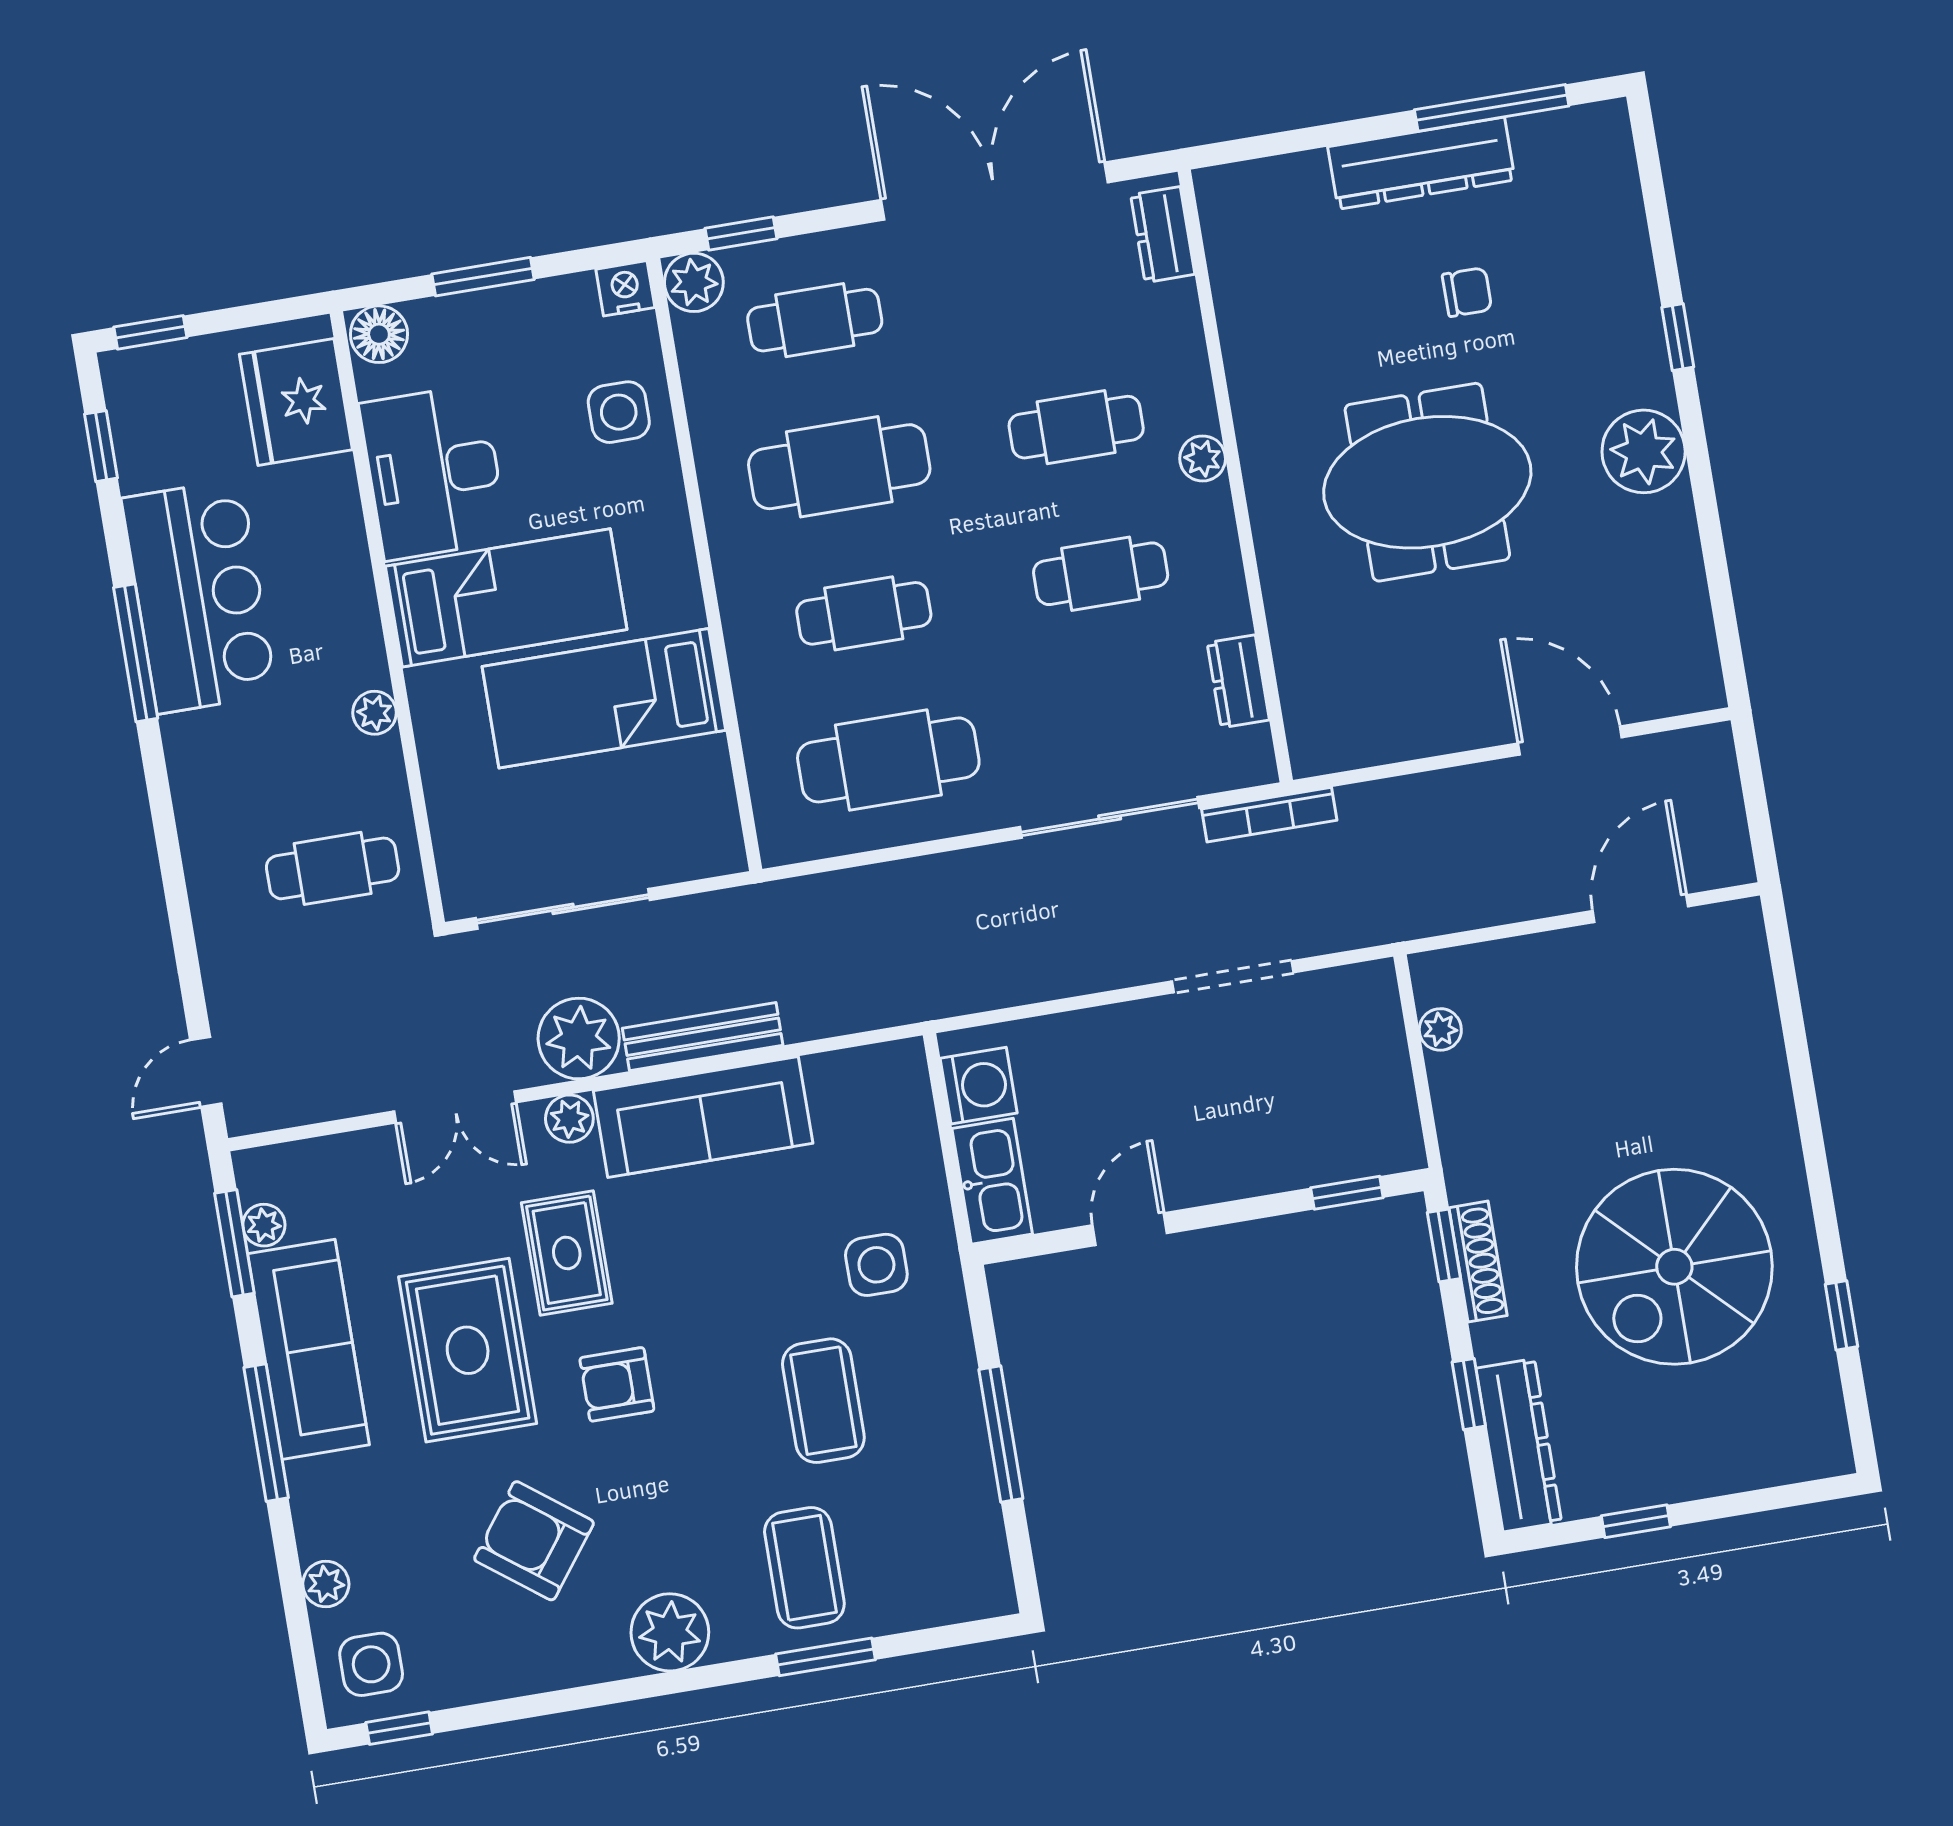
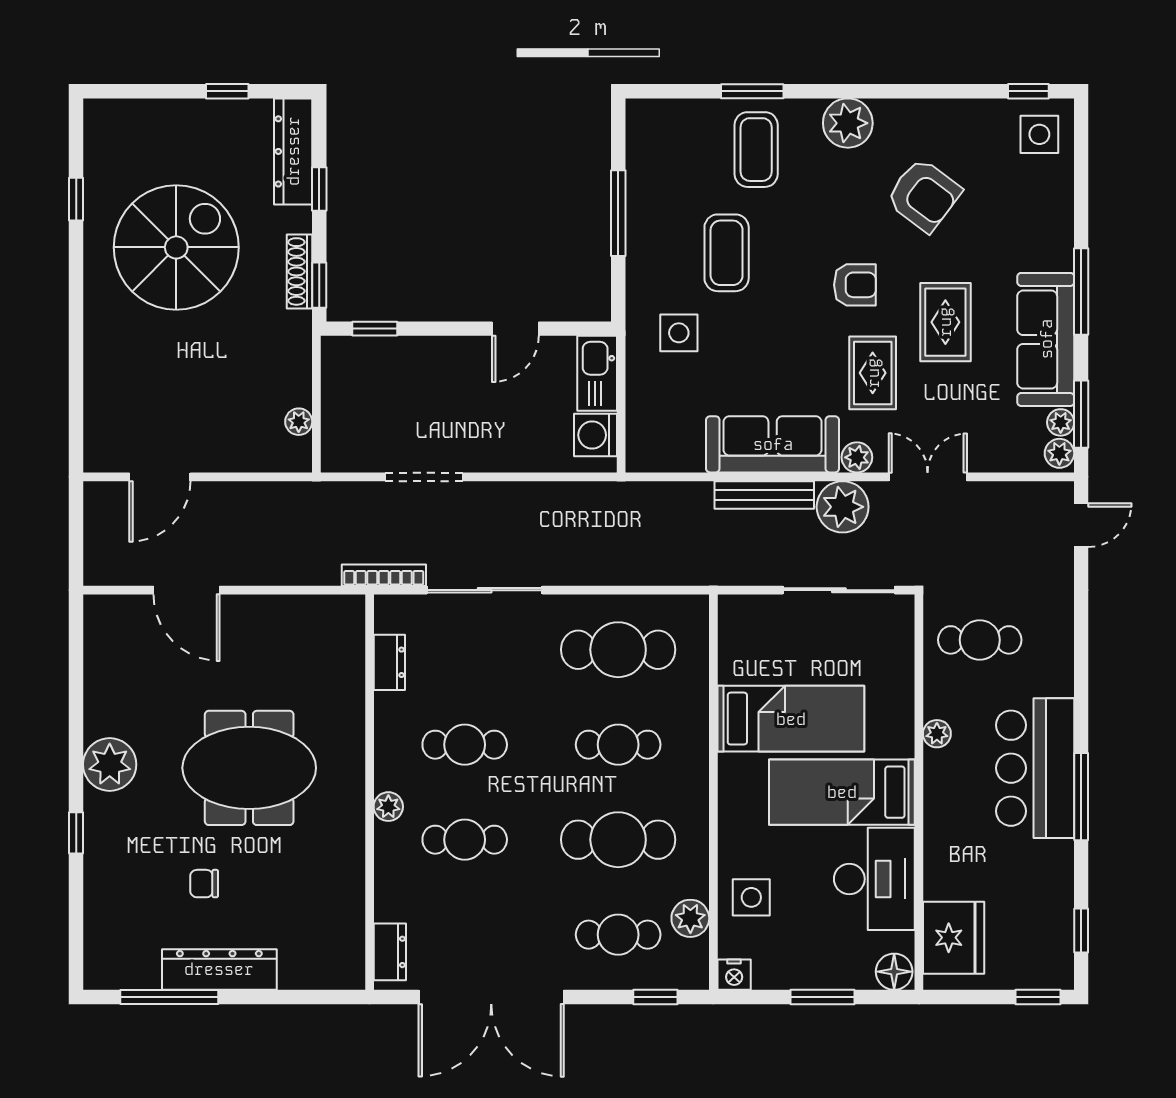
plant: (694, 282) -> (690, 918), moved
bar counter: (199, 596) -> (1035, 768), moved
rug: (468, 1350) -> (945, 322), width x0.73, depth x0.70
plant: (326, 1584) -> (1059, 453), moved

